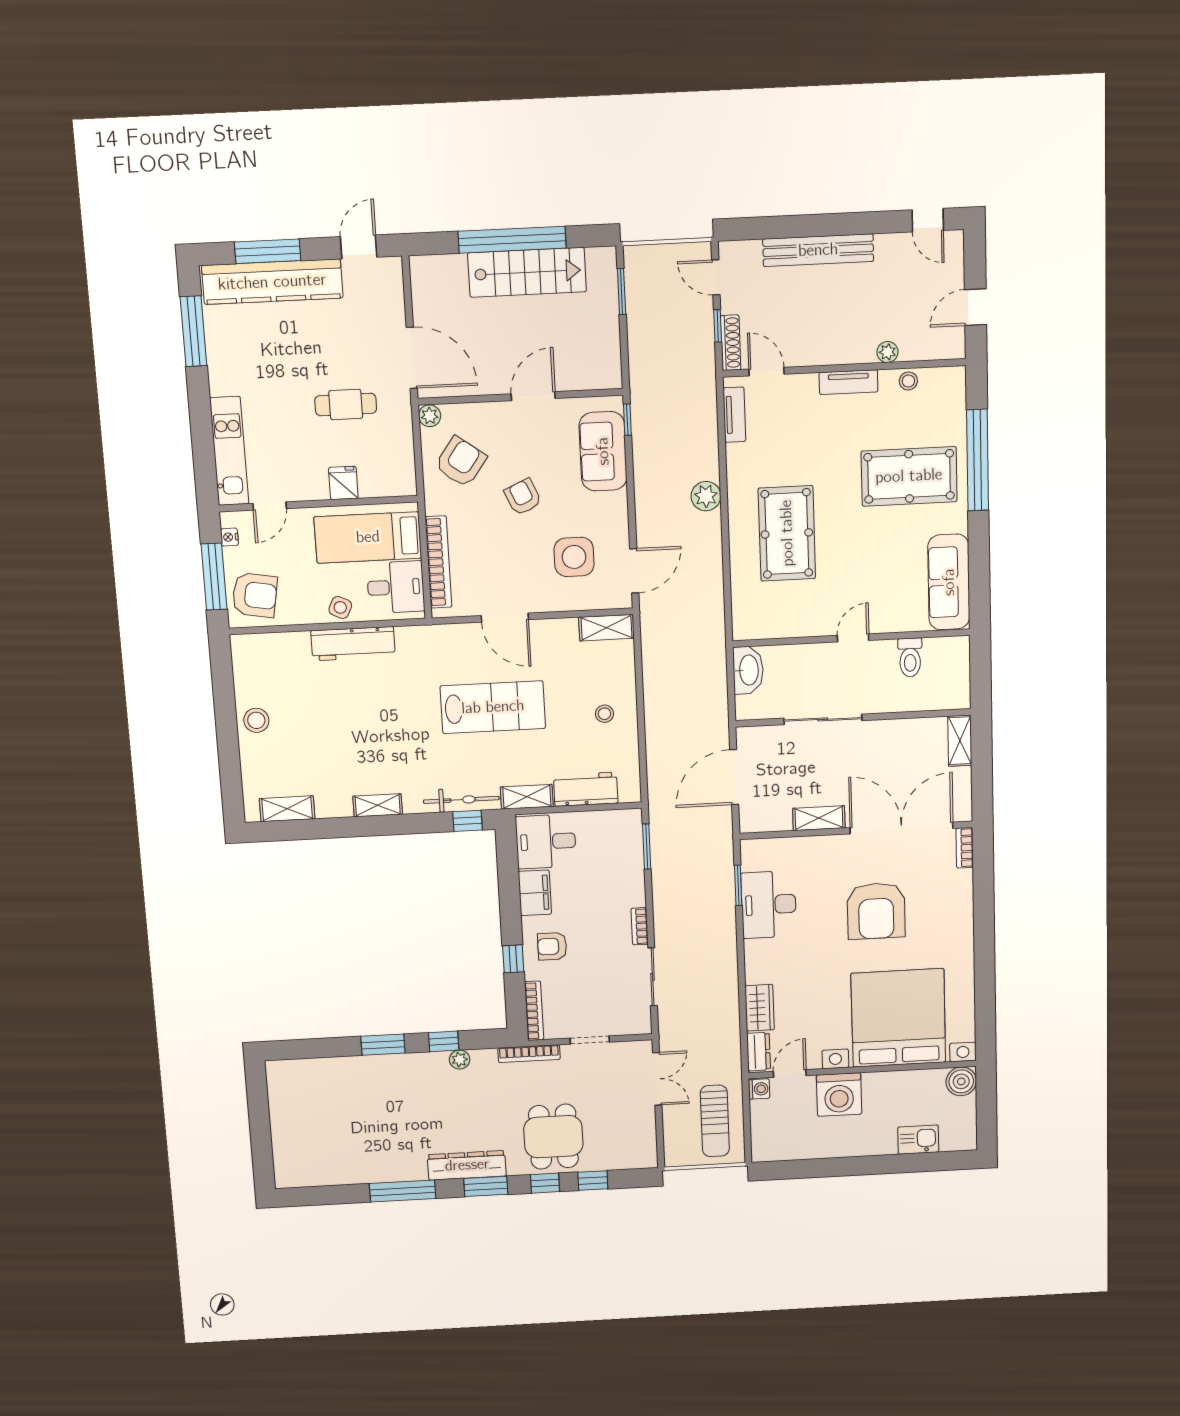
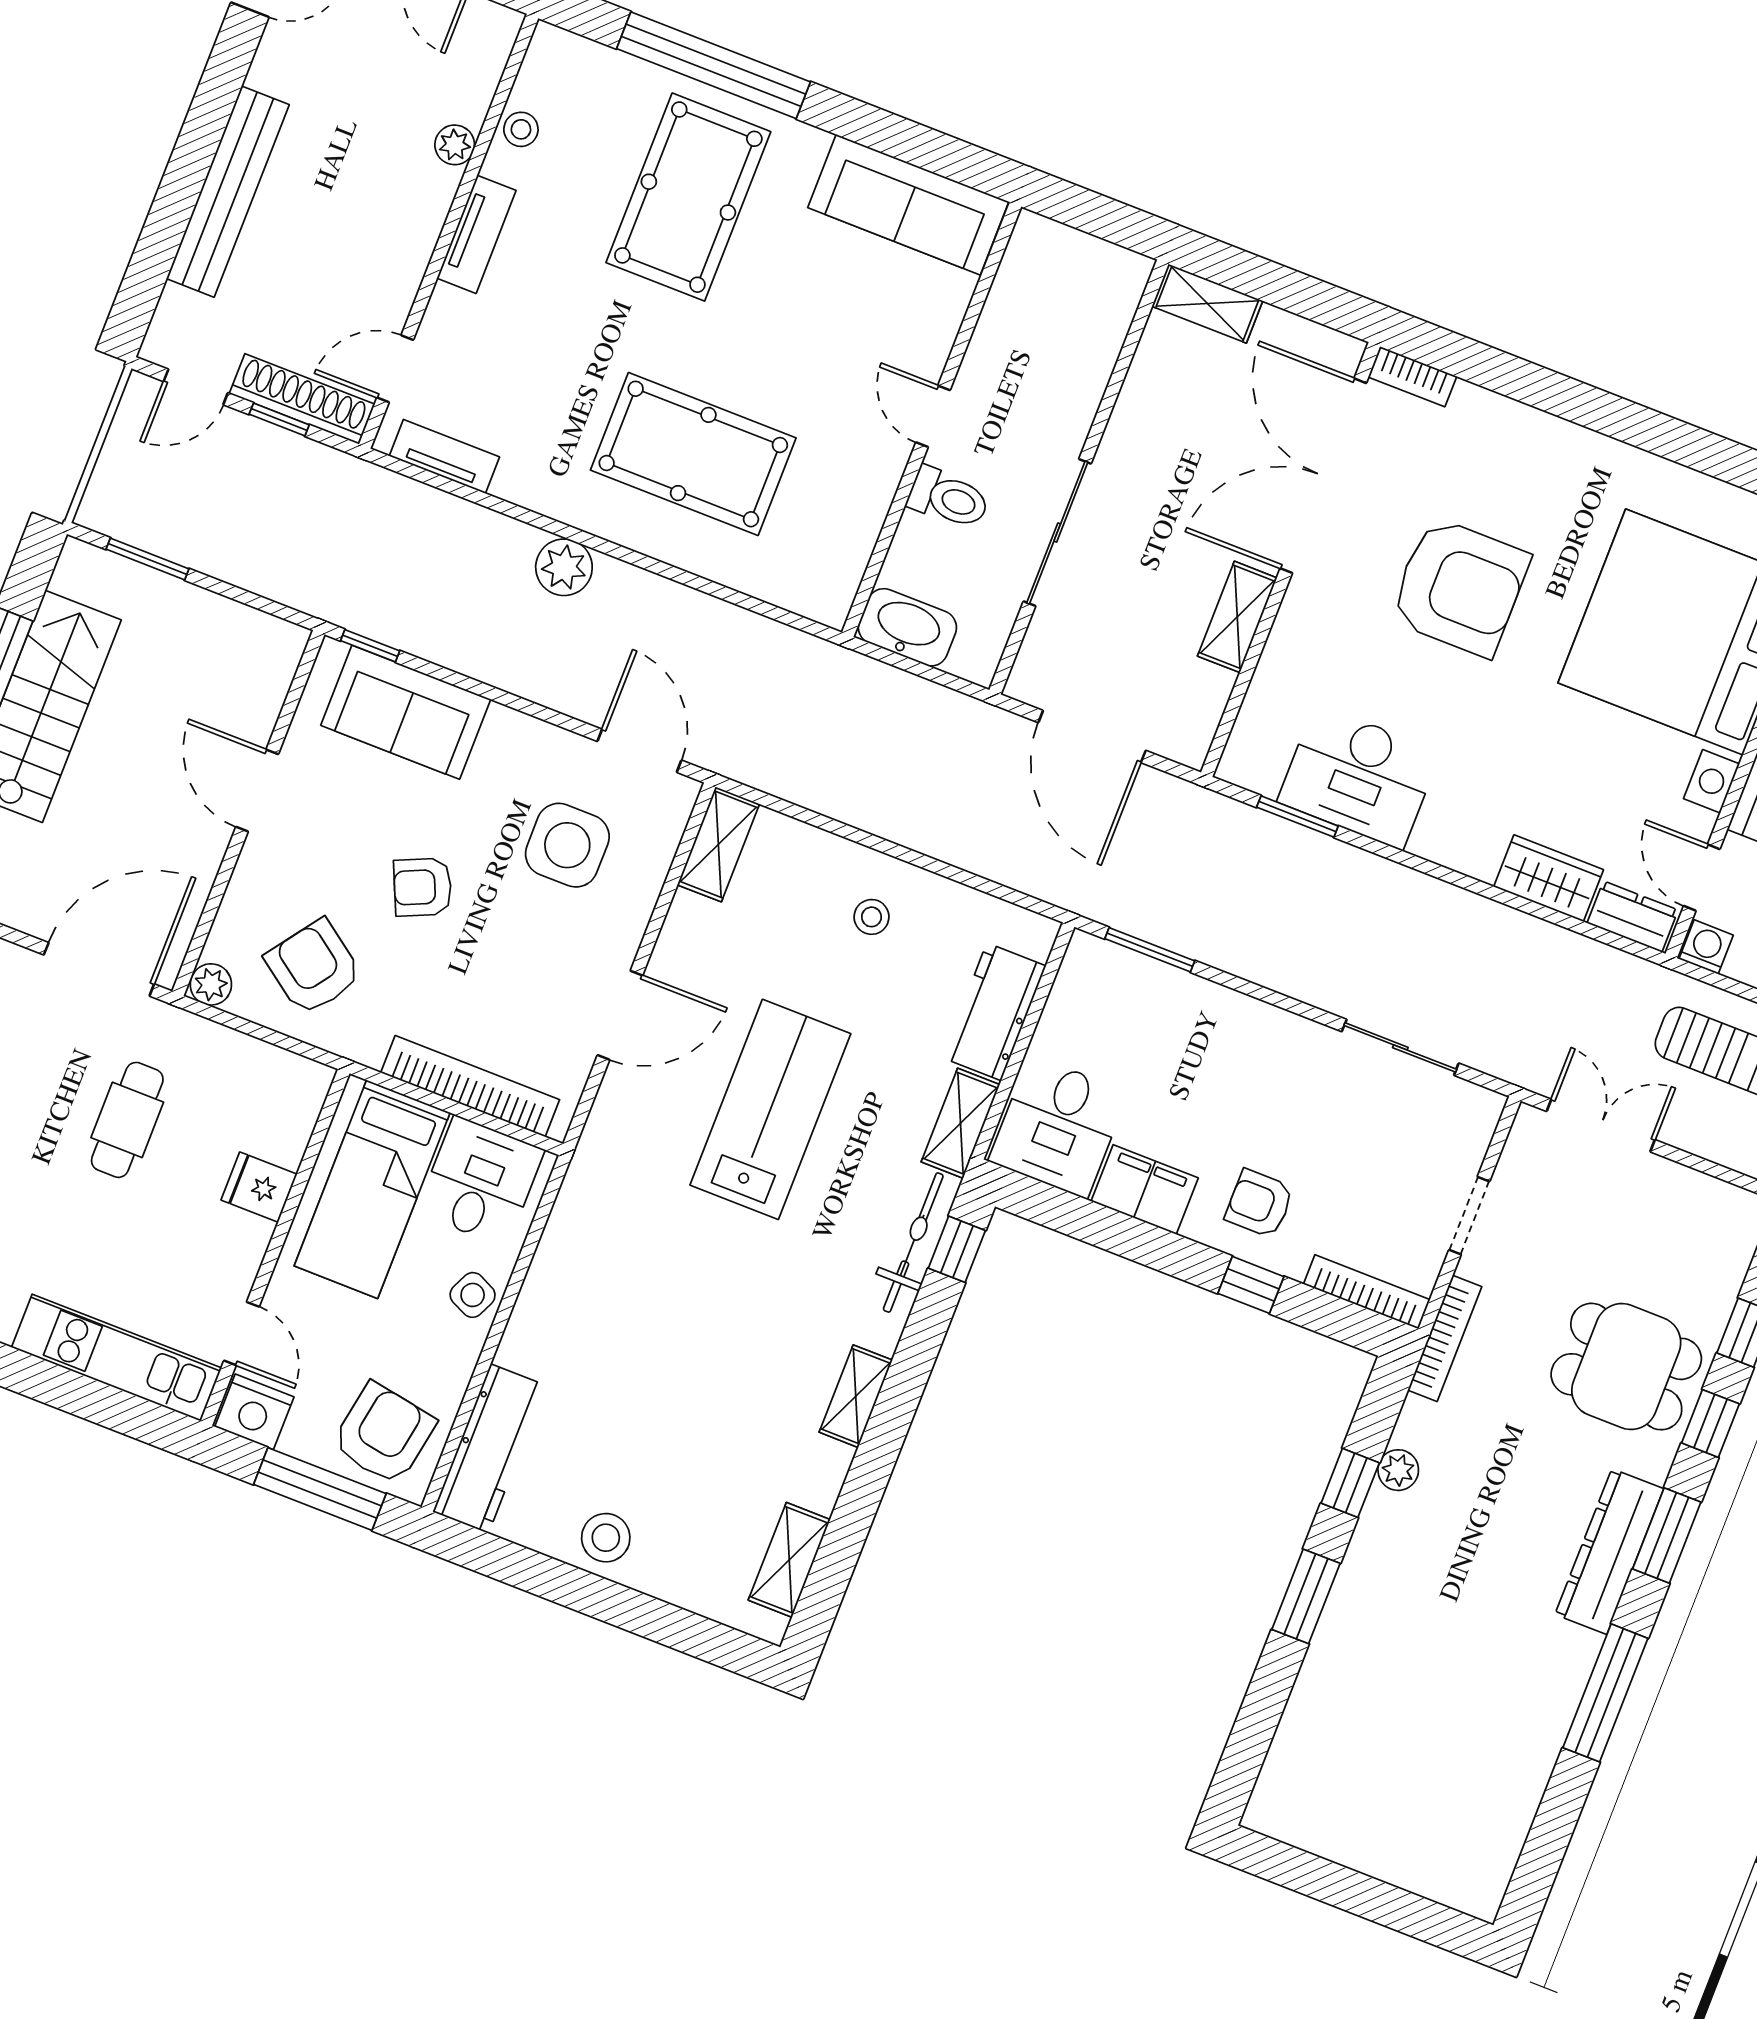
shoe rack: (731, 343) -> (302, 399), width x1.36, depth x1.24
nightstand: (229, 537) -> (254, 1412), width x1.89, depth x1.79
workbench: (353, 644) -> (489, 1449), moved
toilet: (910, 657) -> (948, 498), moved
bookcase: (640, 926) -> (1293, 1029), removed
armchair: (552, 946) -> (1259, 1204), turned 90

